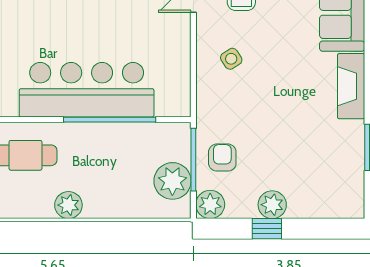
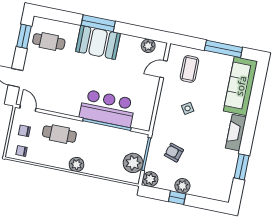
side table: (231, 59) -> (188, 108), moved
bar counter: (87, 90) -> (107, 108), width x0.73
armchair: (222, 158) -> (174, 153), moved, turned -73

